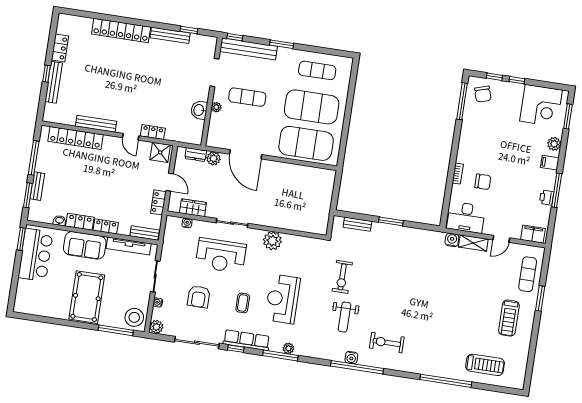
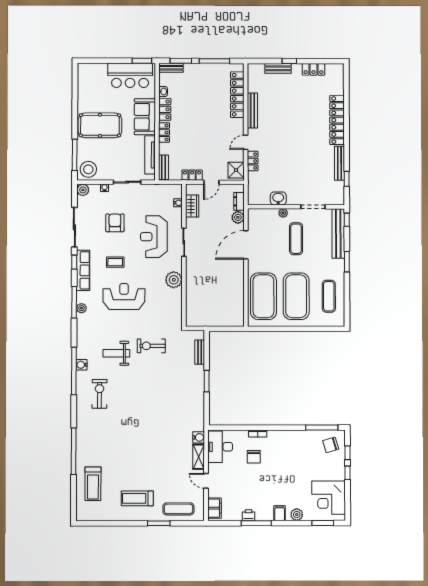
bench: (54, 82) -> (278, 68), width x0.73
bench: (37, 186) -> (171, 68), moved
armchair: (199, 297) -> (115, 223), turned 90

